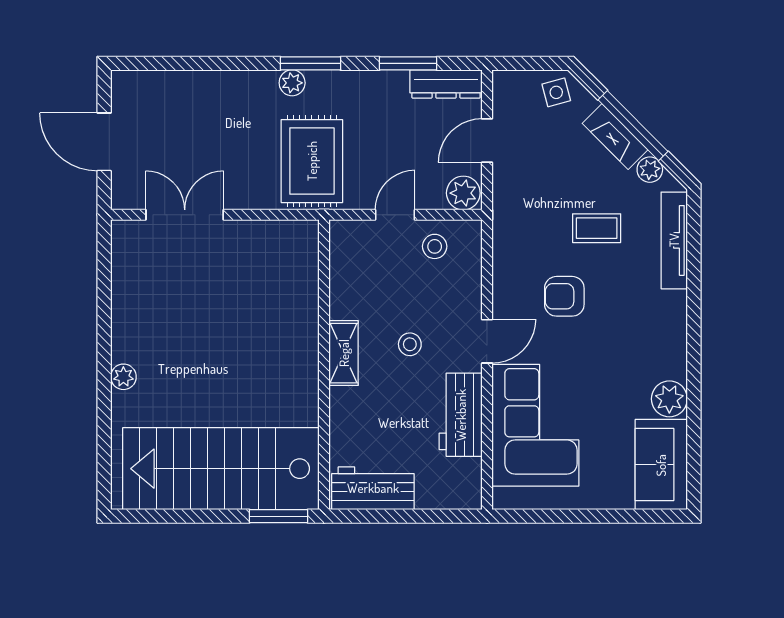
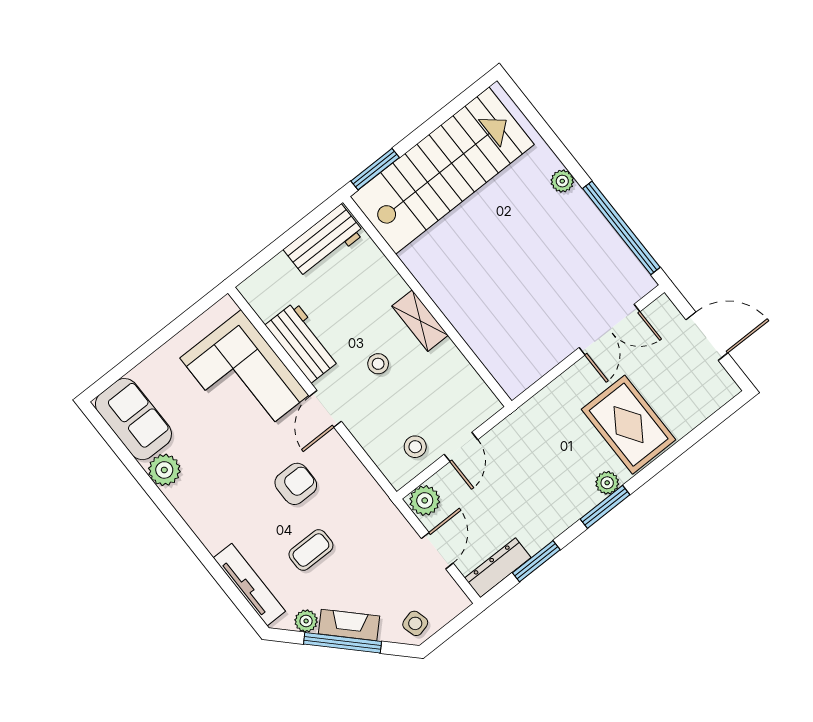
rug: (312, 161) -> (629, 425), moved
window: (104, 295) -> (621, 228), added

